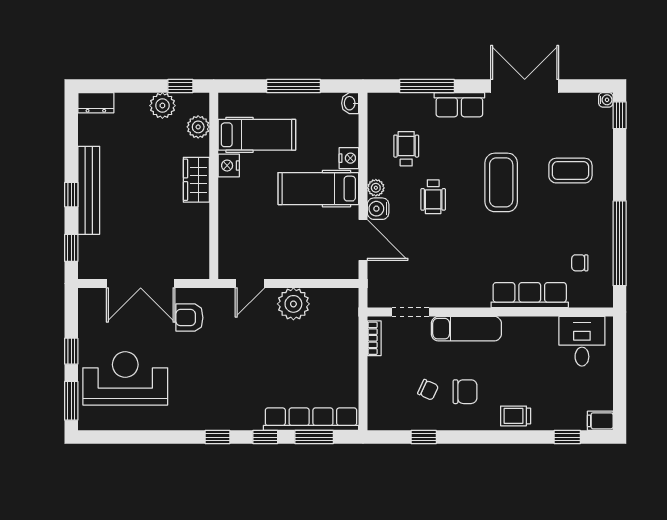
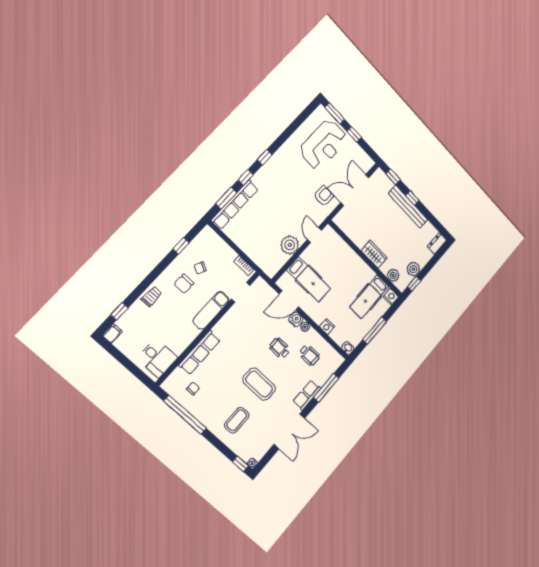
nightstand: (229, 166) -> (391, 297), moved
hospital bed: (318, 189) -> (309, 279), moved, turned 90

